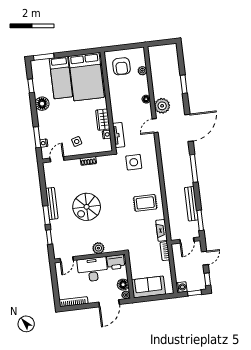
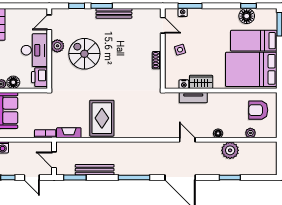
floor lamp: (42, 104) -> (247, 16), moved
plant: (162, 106) -> (230, 150), moved
tv unit: (119, 135) -> (193, 98), moved
side table: (134, 162) -> (149, 111), removed
rug: (145, 203) -> (102, 118), width x1.36, depth x1.43
spiral stairs: (87, 207) -> (84, 54), moved
plant: (98, 248) -> (57, 46), moved
door: (67, 259) -> (49, 22), hinge flipped

